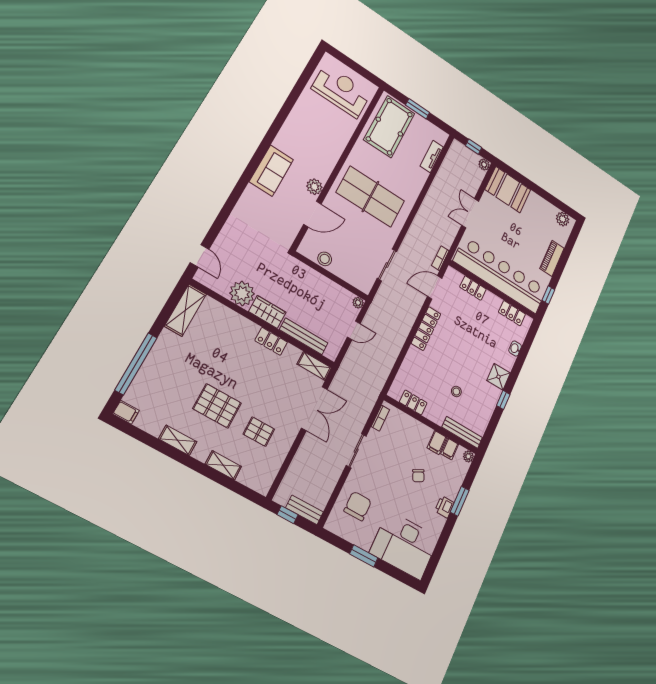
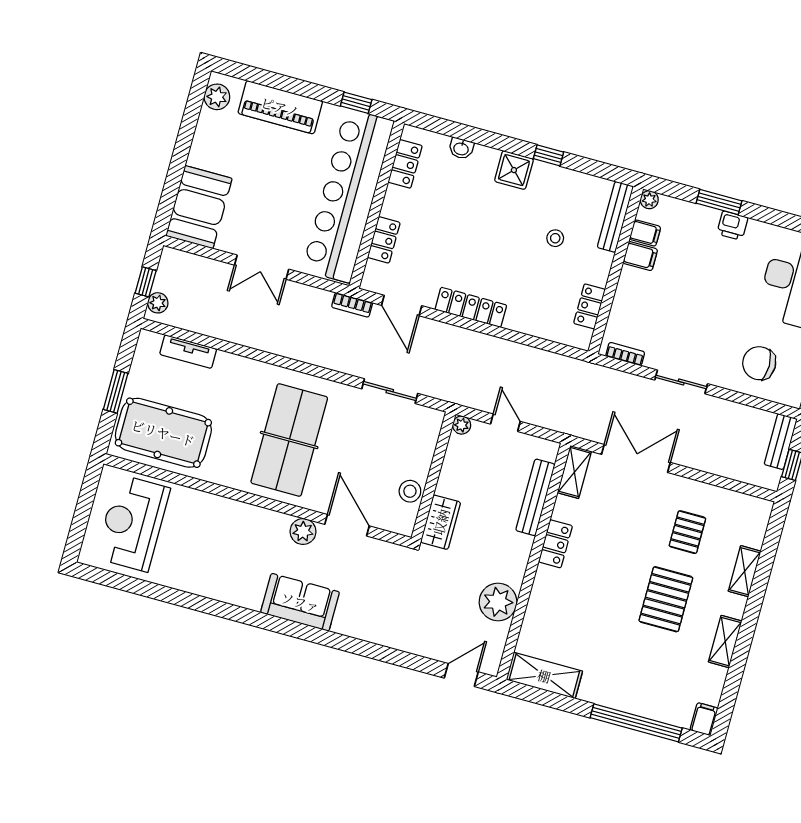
plant: (484, 165) -> (158, 303), moved
piano: (552, 258) -> (280, 107), width x1.37, depth x1.33
wardrobe: (267, 312) -> (441, 522), moved, turned 180
chair: (418, 476) -> (696, 277), removed

